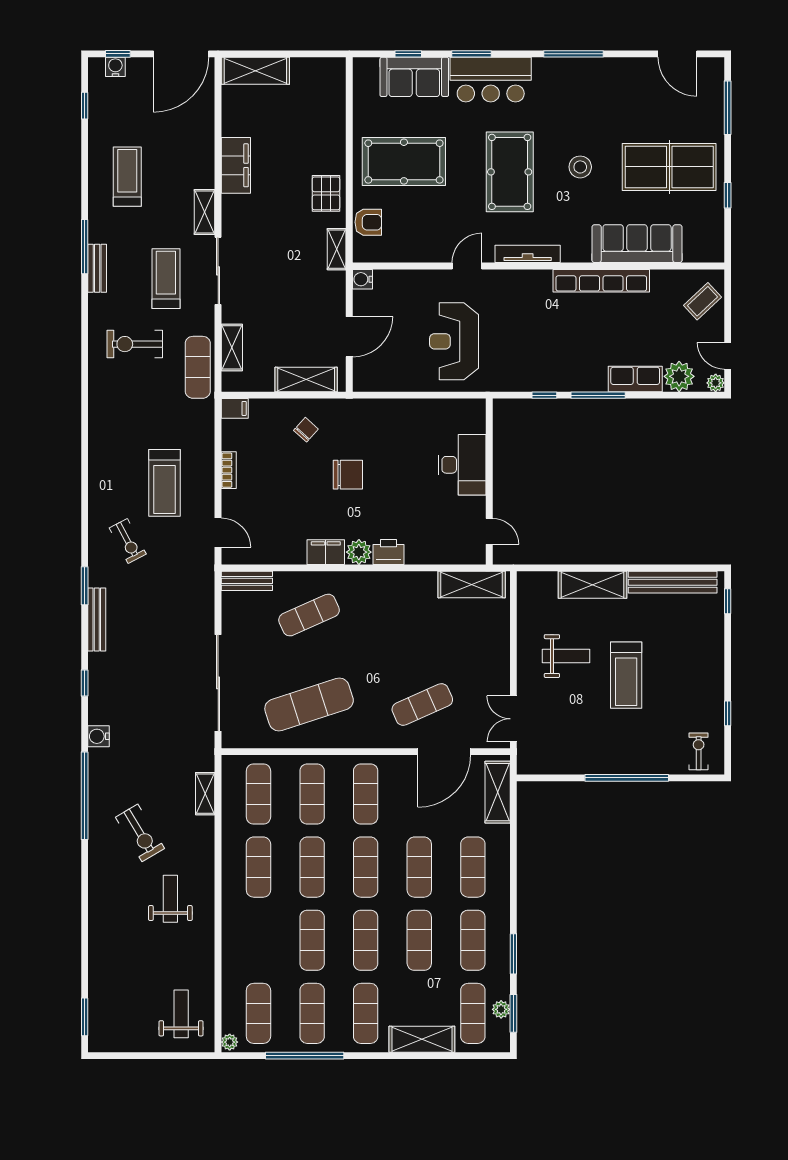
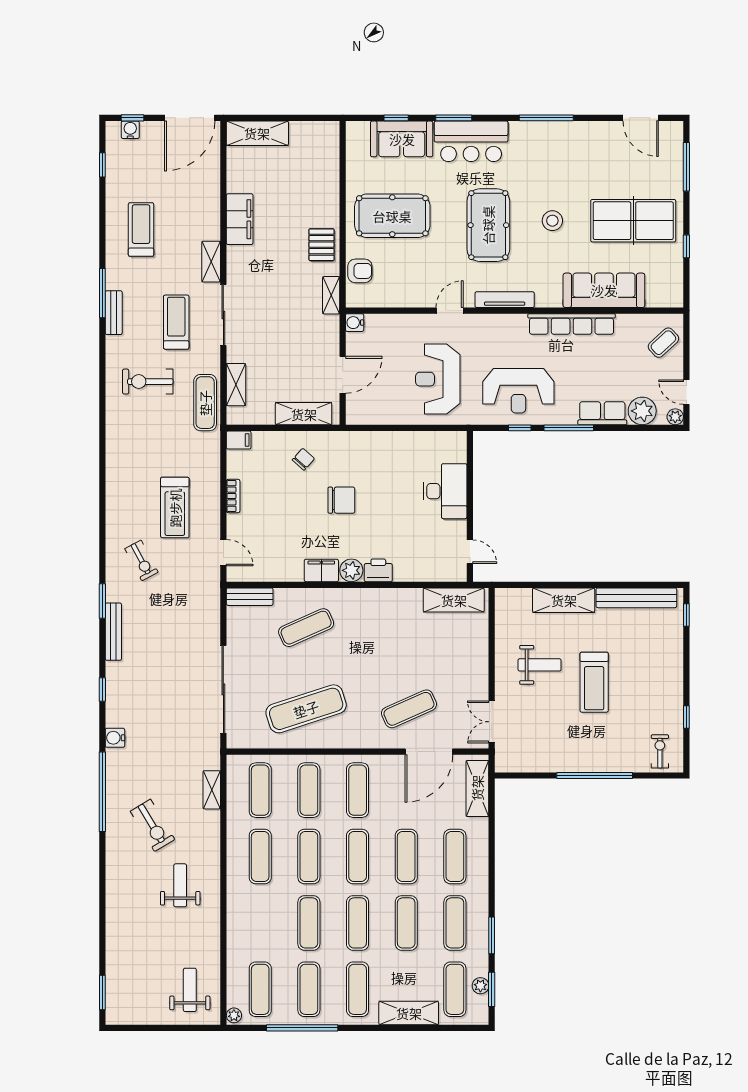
reception desk: (543, 354) -> (518, 391), added

